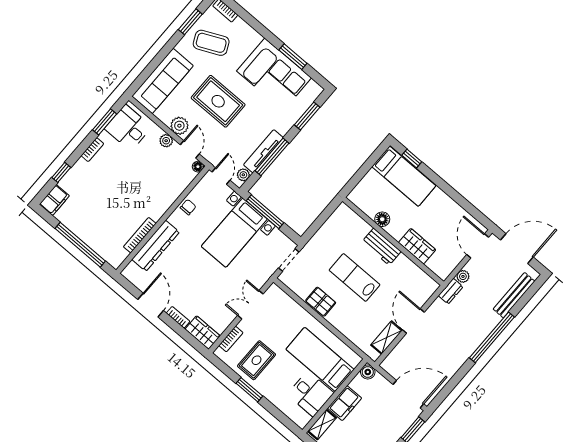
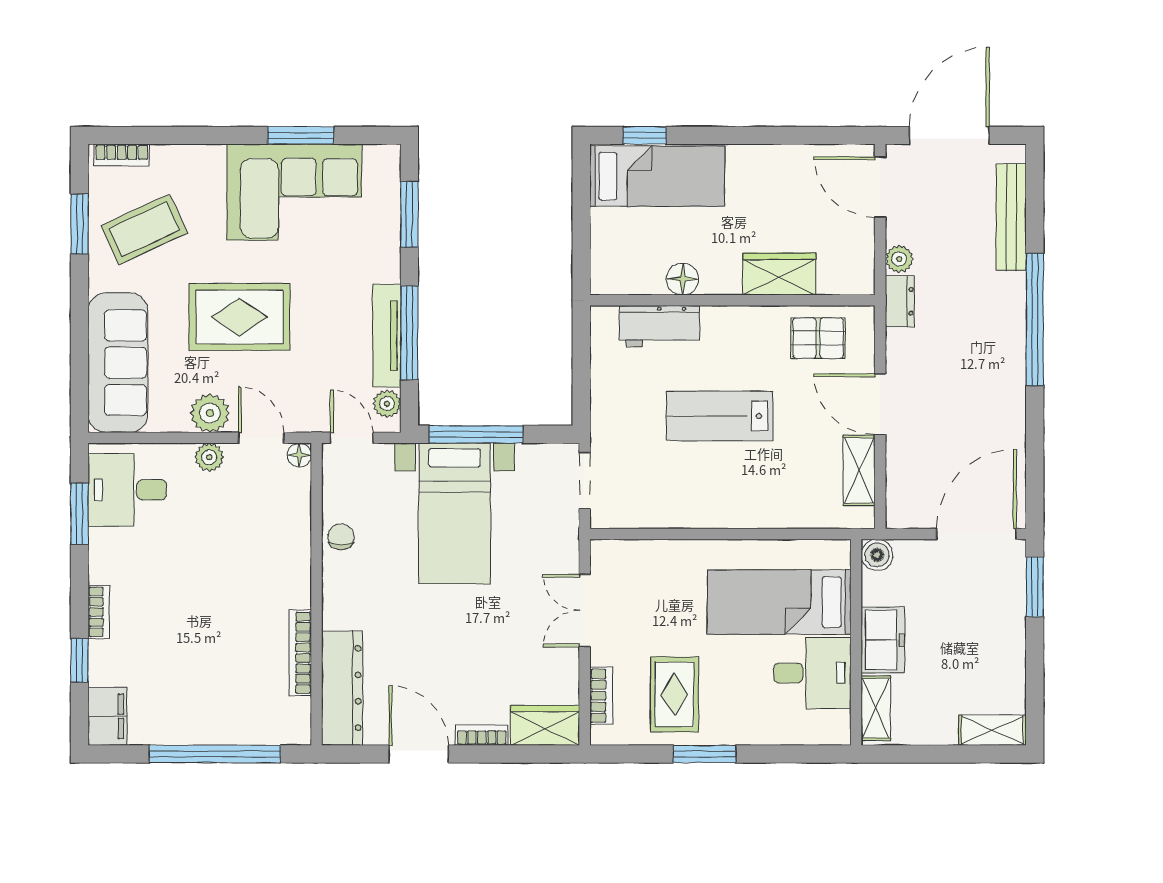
bookcase: (92, 150) -> (99, 612), moved
dresser: (156, 246) -> (342, 688), moved
workbench: (381, 247) -> (660, 326), moved
pallet: (321, 302) -> (818, 338), moved

